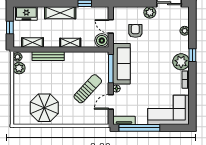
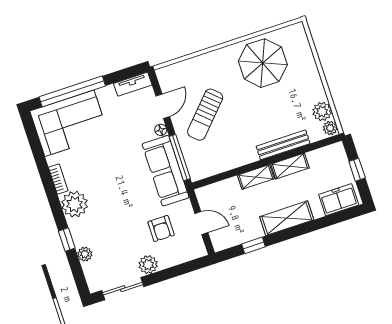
boiler: (102, 41) -> (208, 197), removed
shelving: (33, 43) -> (290, 166), moved
window: (192, 55) -> (67, 240), moved
window: (139, 128) -> (72, 91), moved

